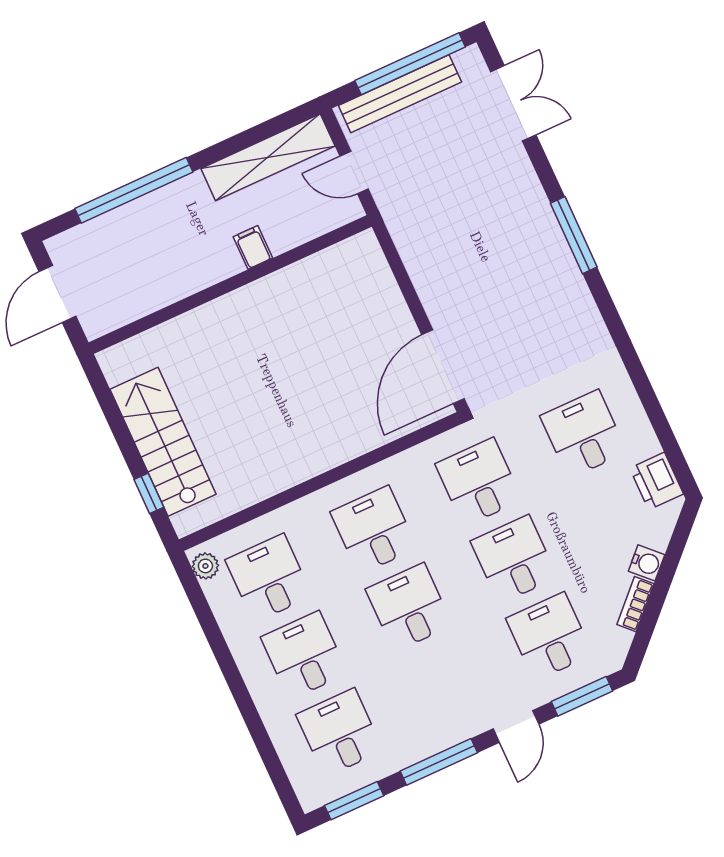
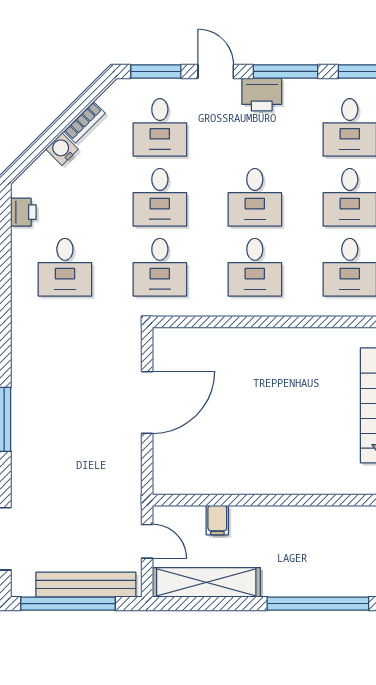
filing cabinet: (253, 247) -> (217, 520), moved
door: (443, 367) -> (147, 402), moved
printer: (656, 481) -> (23, 212), width x0.73, depth x0.81
printer: (454, 724) -> (262, 94), added
door: (516, 727) -> (216, 71), hinge flipped

